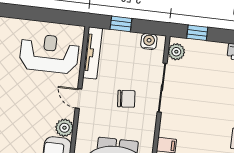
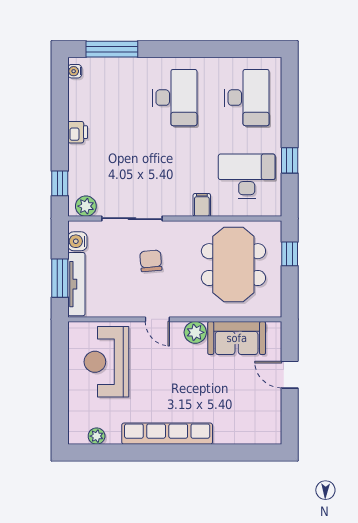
window: (121, 24) -> (60, 278), width x1.50
tv unit: (93, 53) -> (76, 284), moved, turned 90
door: (79, 99) -> (157, 319), hinge flipped

